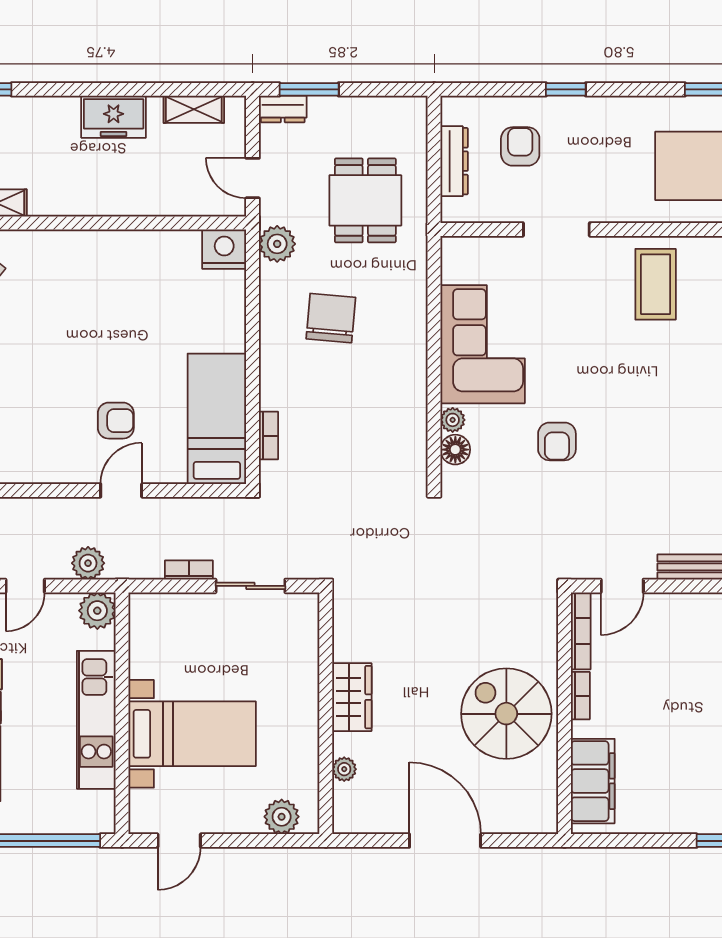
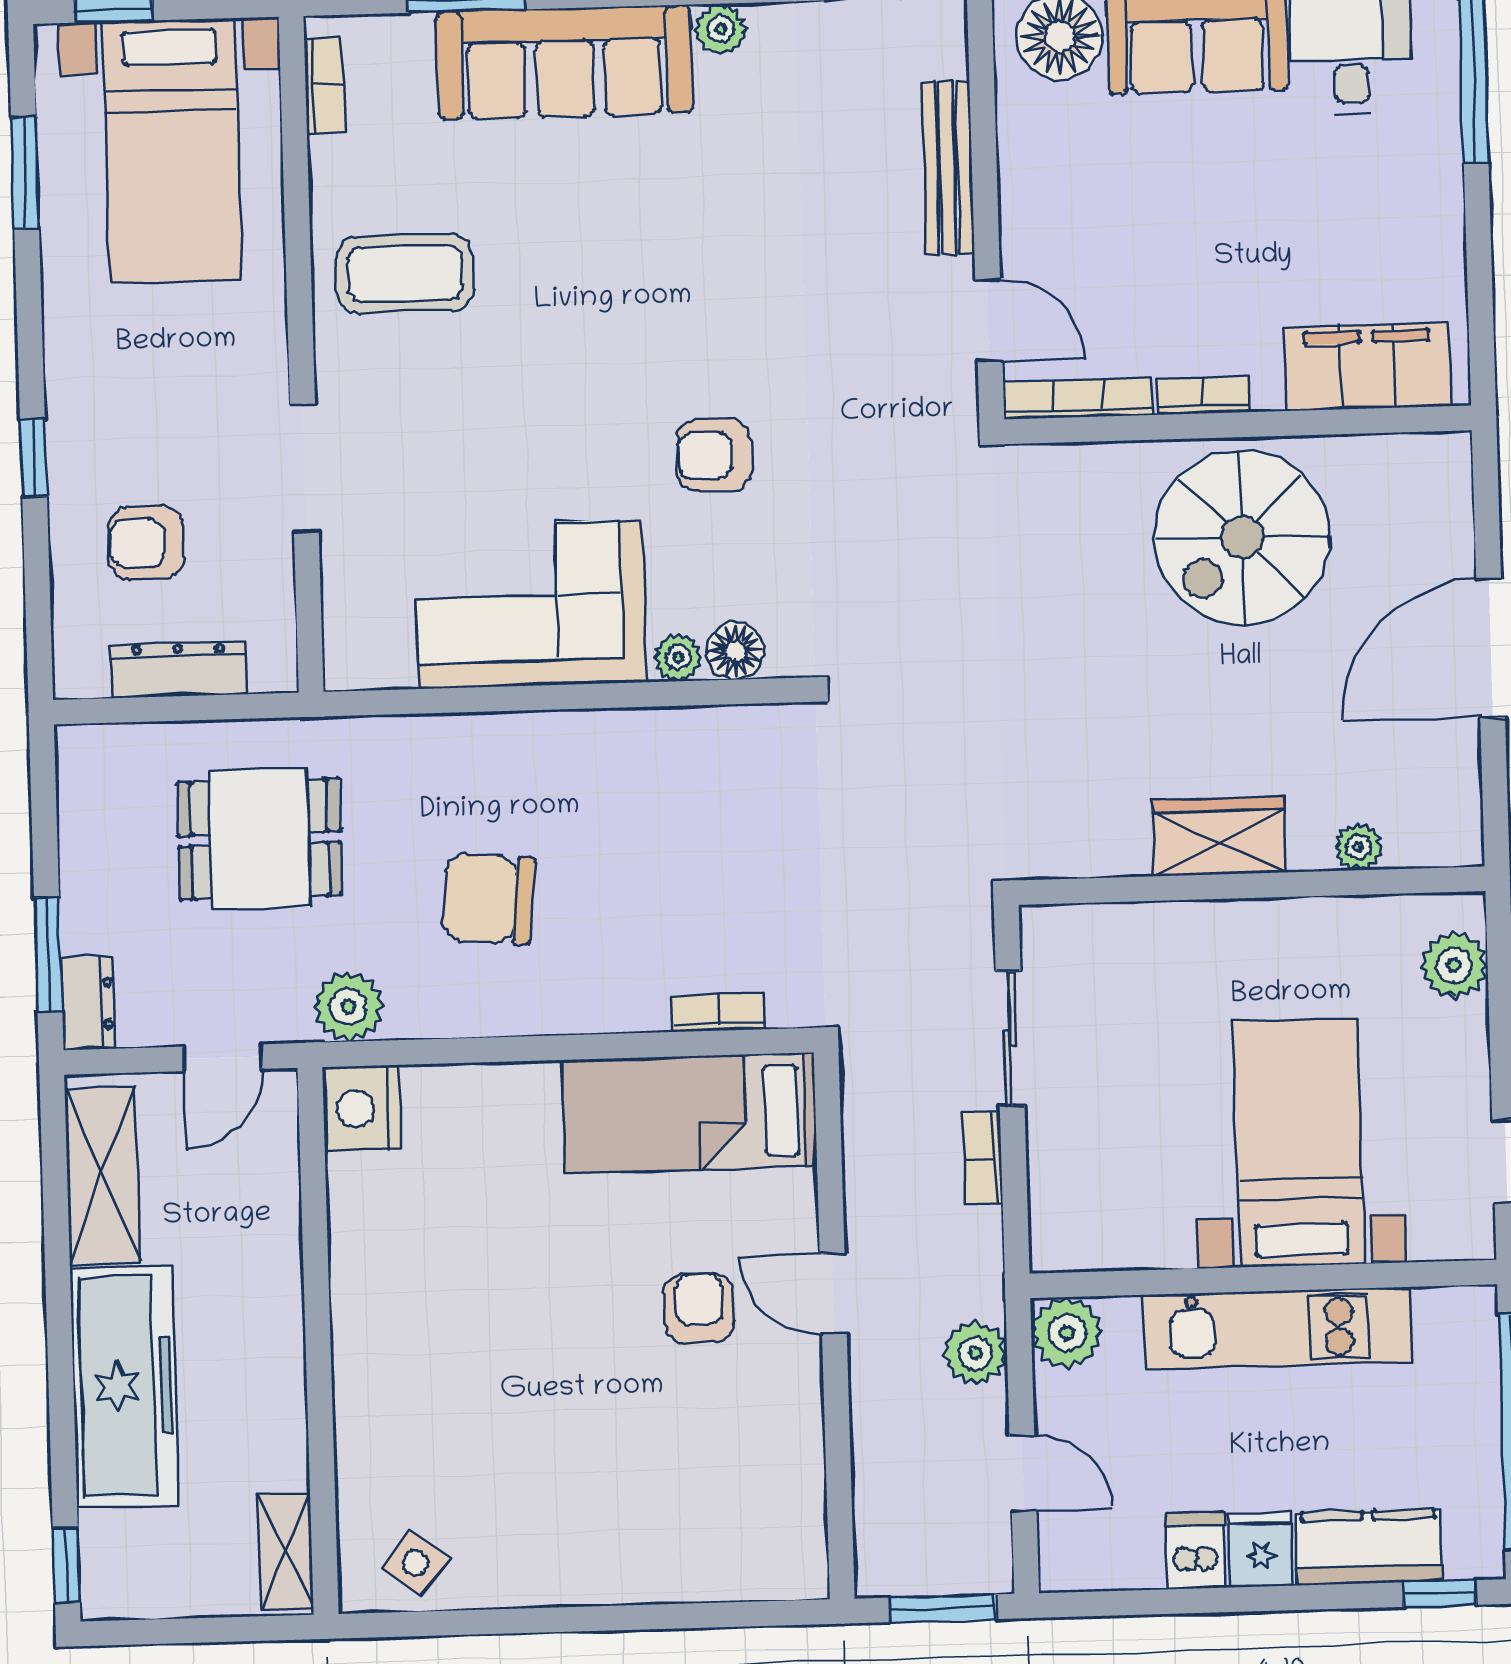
shelving: (194, 109) -> (102, 1175), width x1.50, depth x1.33
freezer: (114, 117) -> (125, 1386), width x1.91, depth x1.26
armchair: (557, 441) -> (714, 455), turned 180

